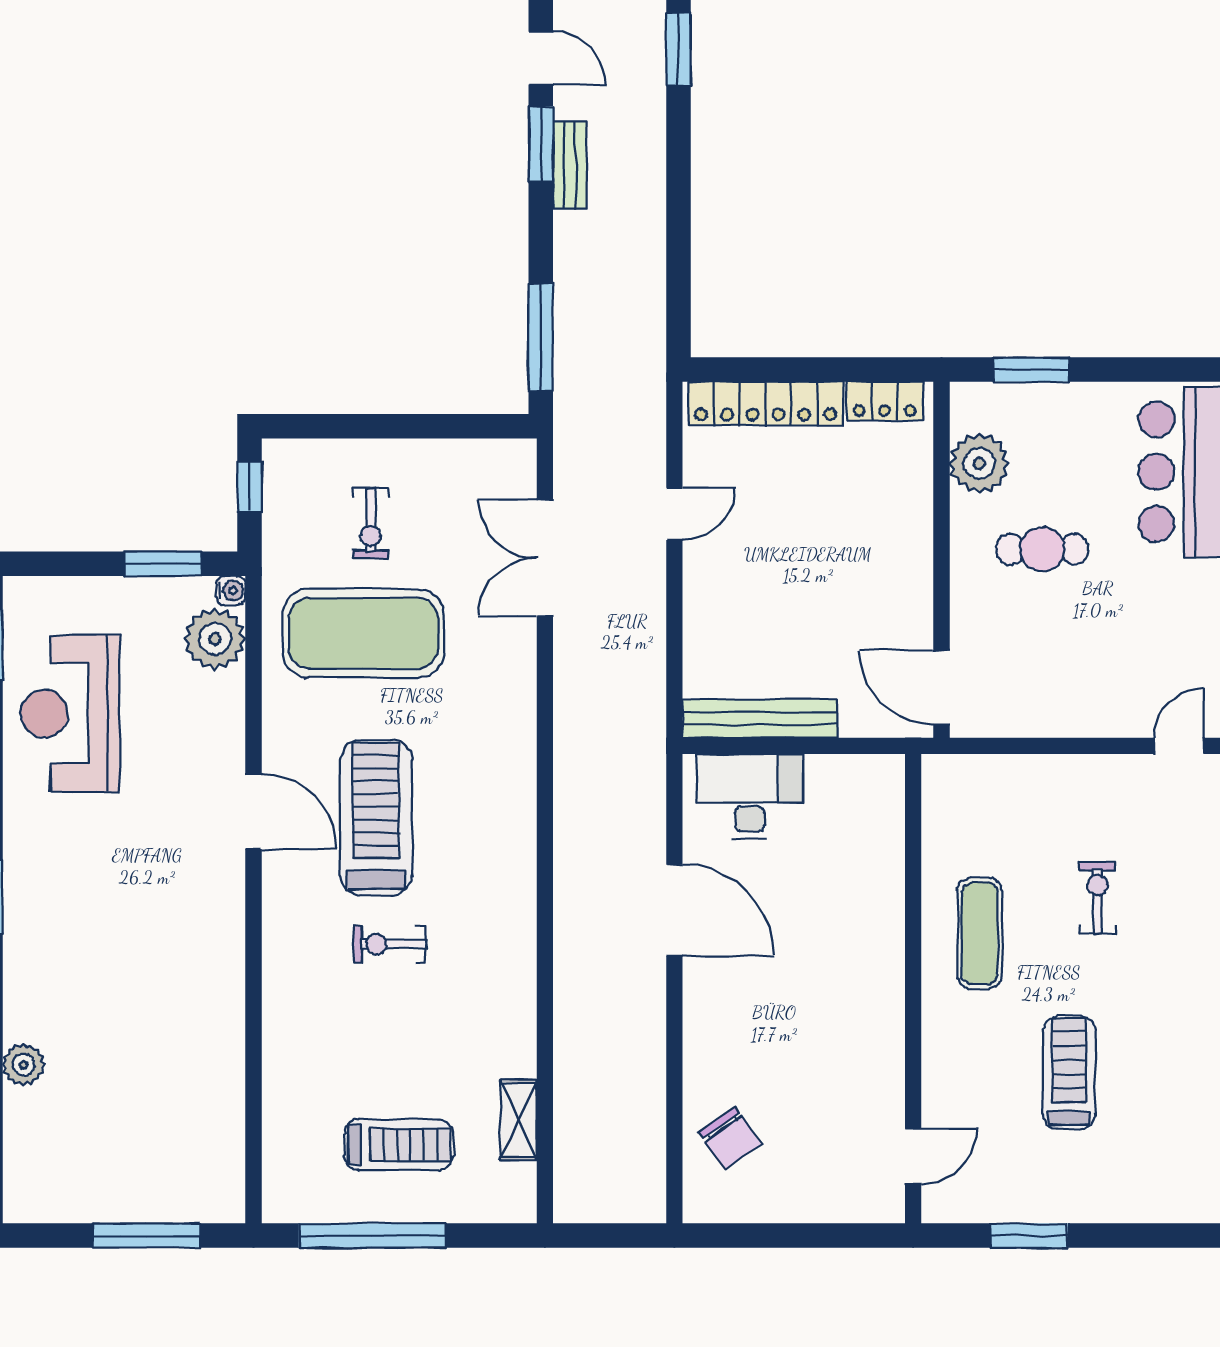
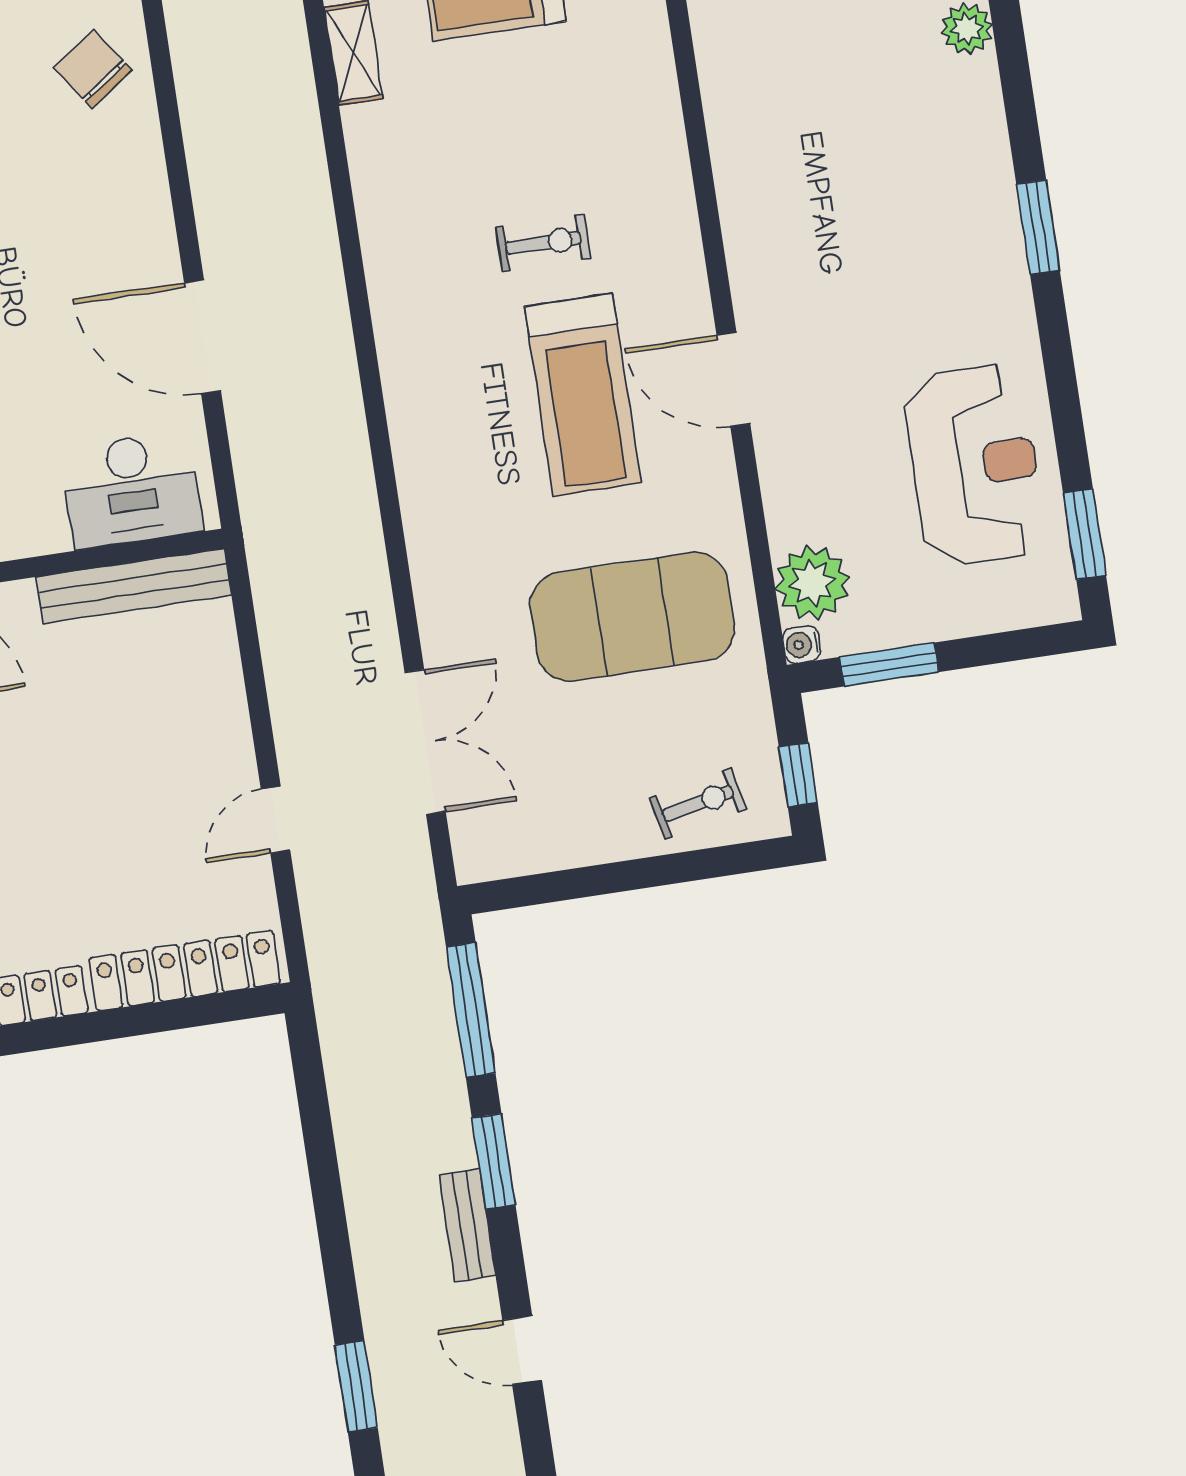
window: (541, 144) -> (494, 1161), moved
exercise bike: (371, 523) -> (698, 803), moved, turned 78

